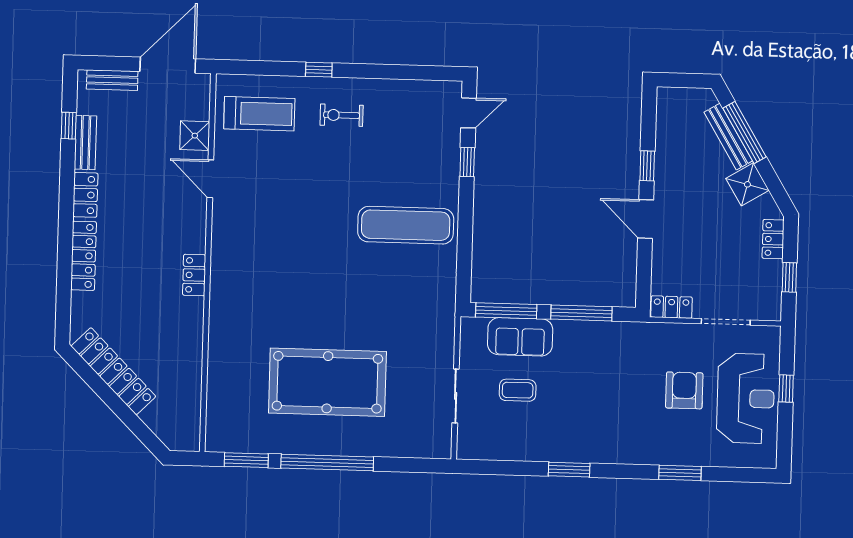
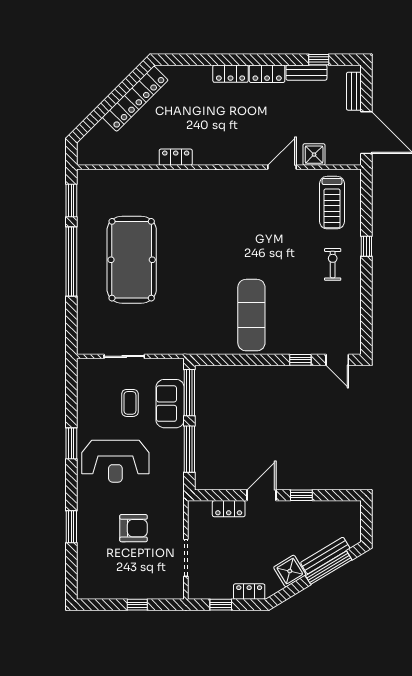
locker: (84, 256) -> (231, 74), width x0.66
locker: (194, 275) -> (176, 157), moved
locker: (671, 307) -> (229, 509), moved, turned 90
reception desk: (746, 398) -> (115, 461), moved

